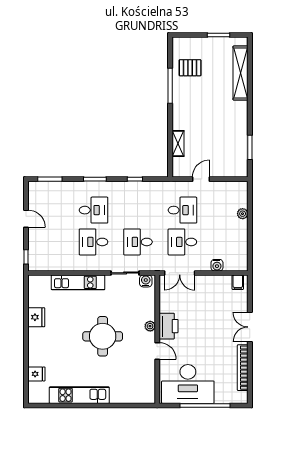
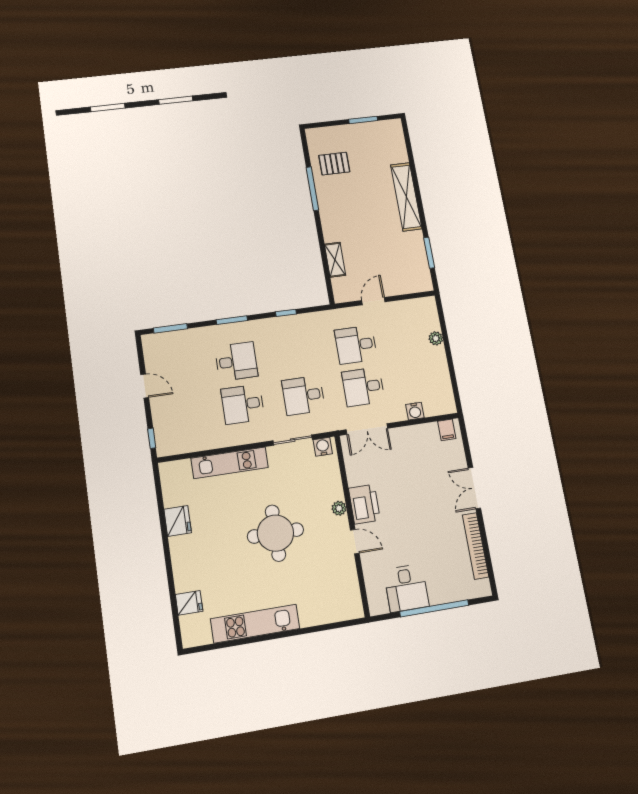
shelving: (241, 73) -> (406, 197), moved
desk: (182, 210) -> (356, 345), turned 180
desk: (188, 384) -> (406, 588), width x0.53, depth x0.77

